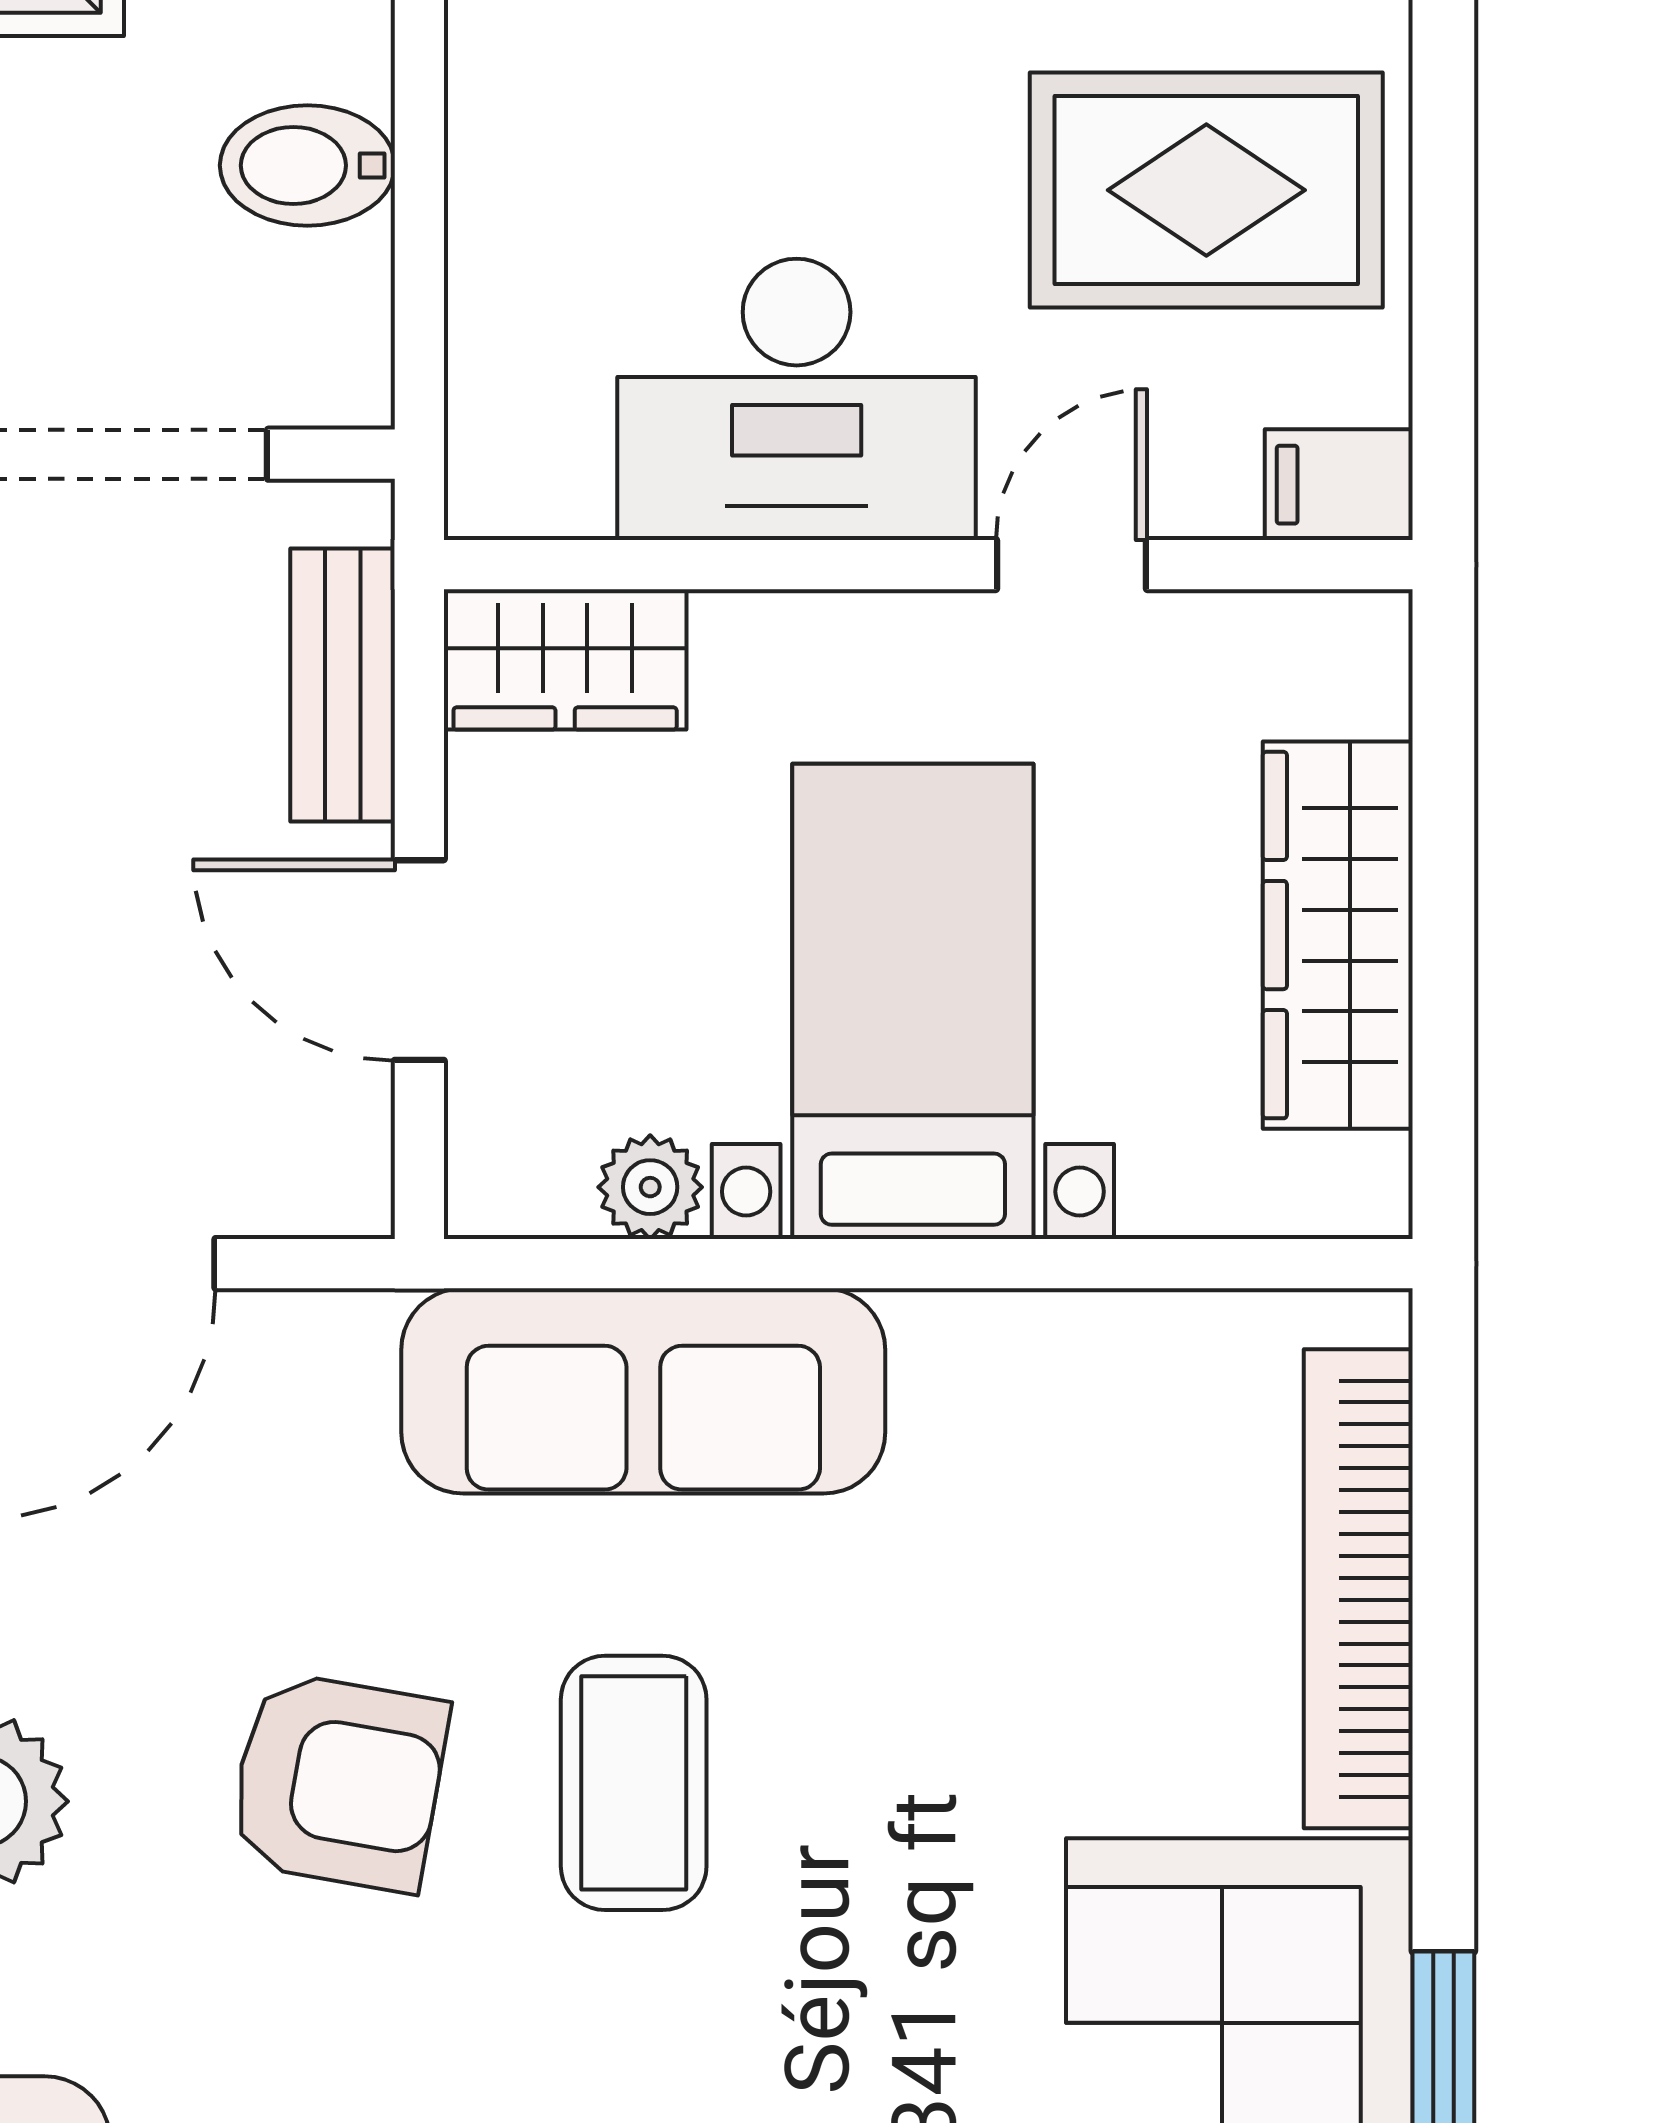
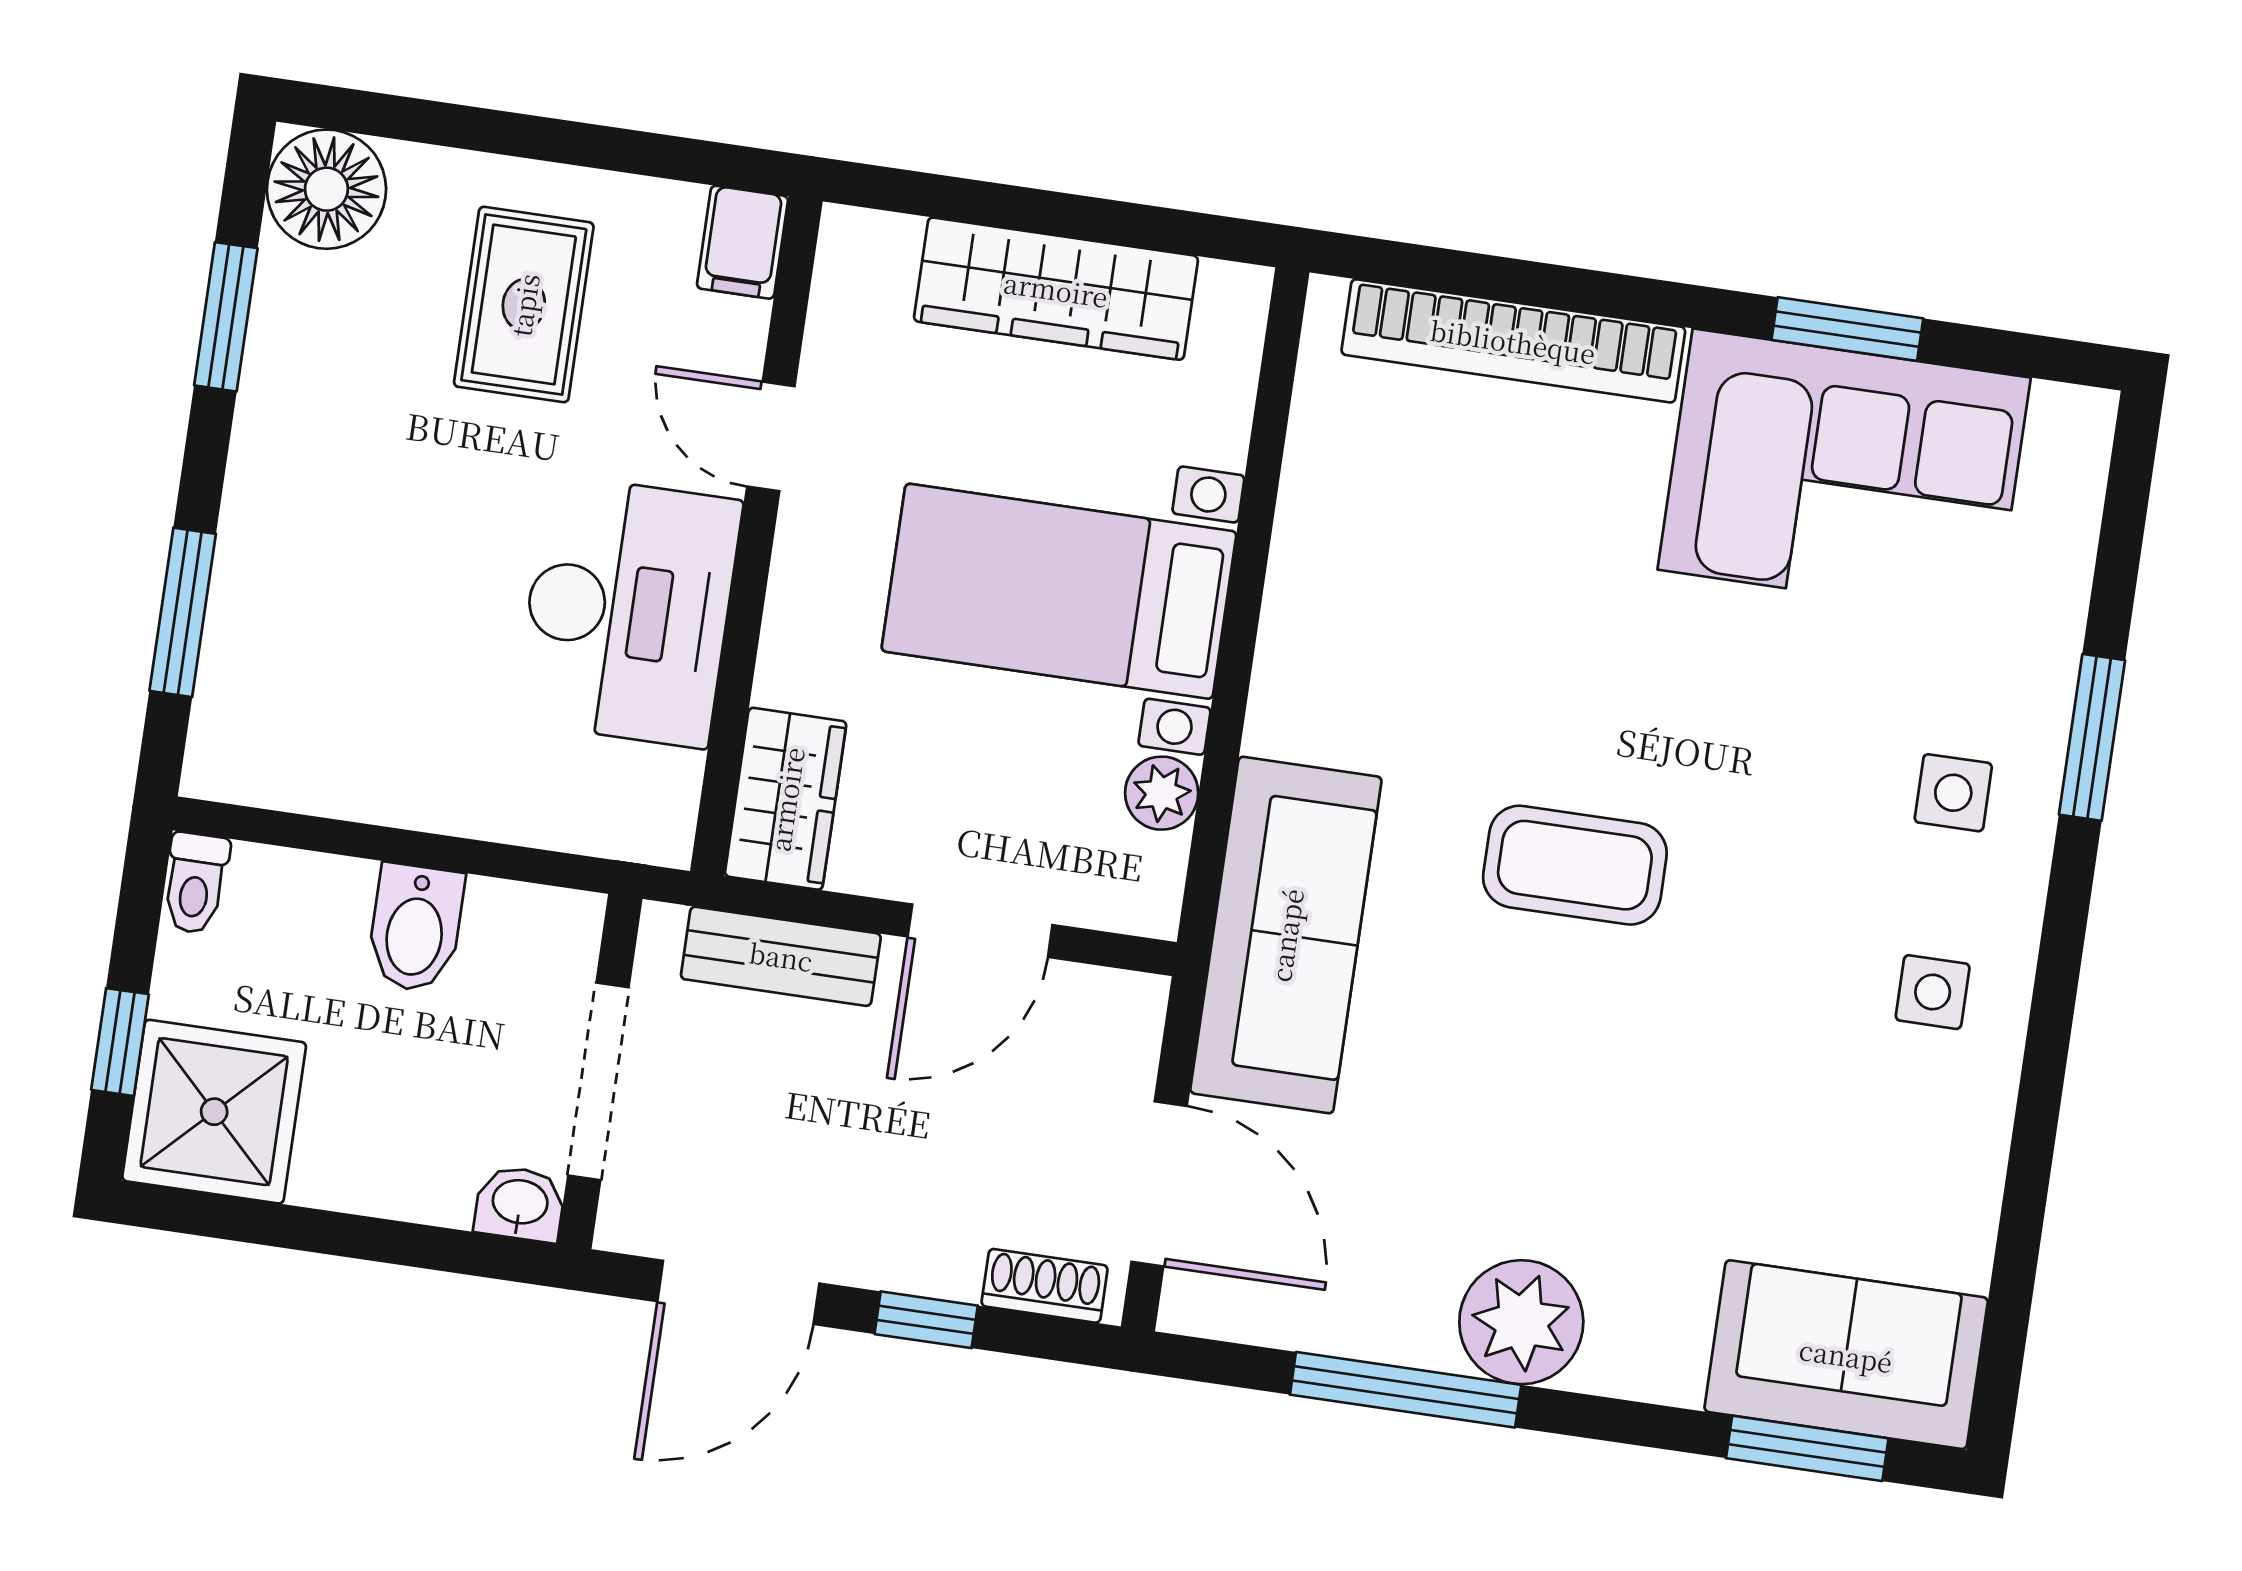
rug: (1206, 190) -> (524, 305), width x0.73, depth x0.70
sofa: (643, 1391) -> (1286, 935), moved
armchair: (338, 1782) -> (1544, 1071), removed

